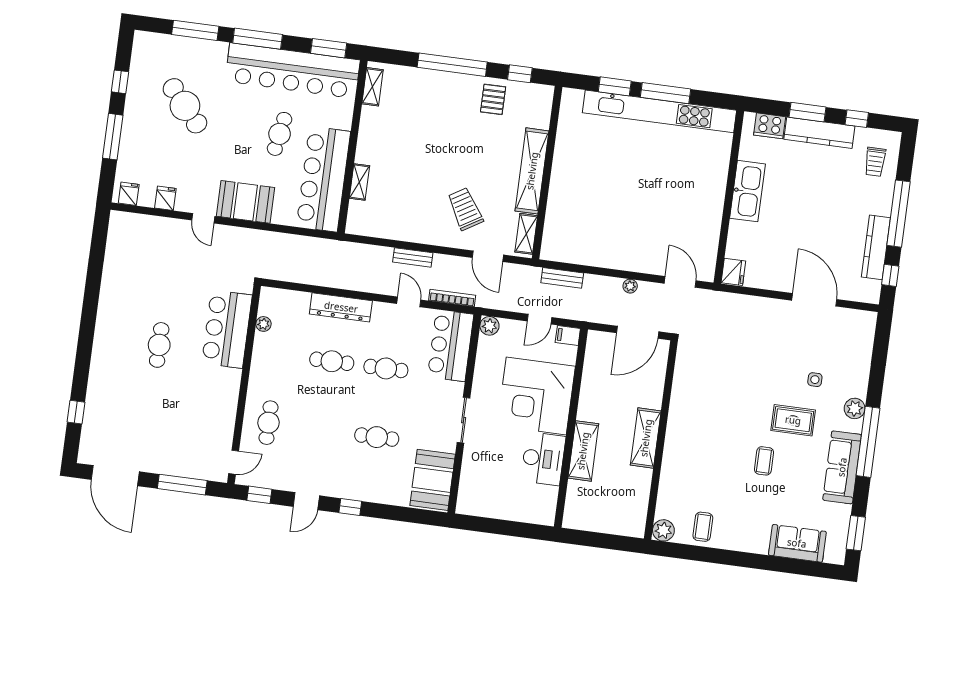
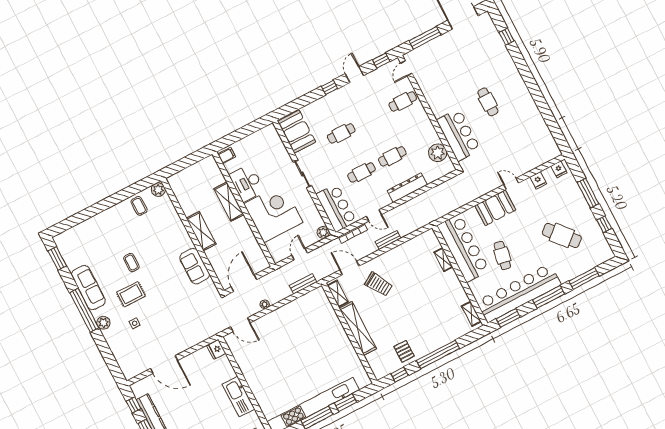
plant: (263, 324) -> (438, 153), width x1.88, depth x1.88
filing cabinet: (568, 335) -> (227, 155), moved
cafe table: (268, 423) -> (403, 101), turned 90
sofa: (797, 543) -> (195, 266), moved, turned 90

